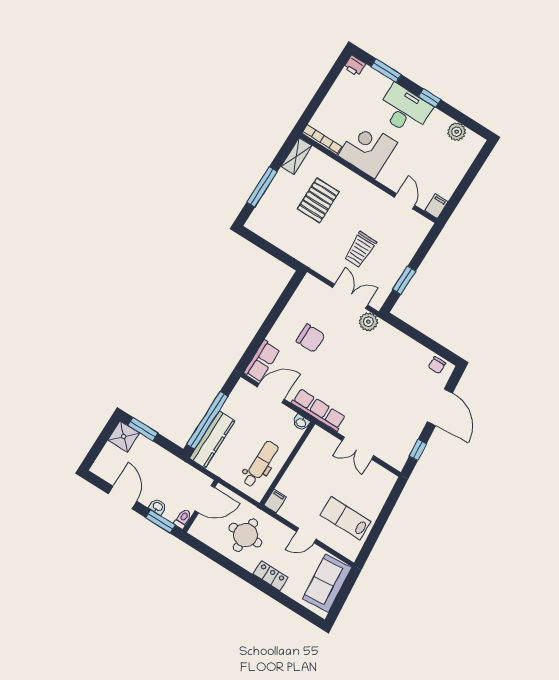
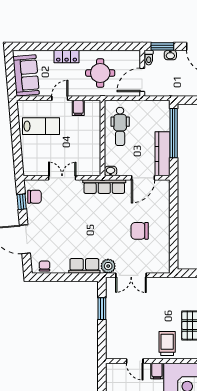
filing cabinet: (436, 206) -> (157, 371), moved
trolley: (360, 250) -> (167, 343), moved
row of seats: (262, 361) -> (84, 266), moved, turned 90
kitchen counter: (212, 440) -> (162, 154), moved
chair: (401, 447) -> (34, 197), added
filing cabinet: (275, 501) -> (78, 108), moved

